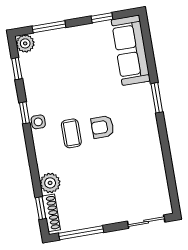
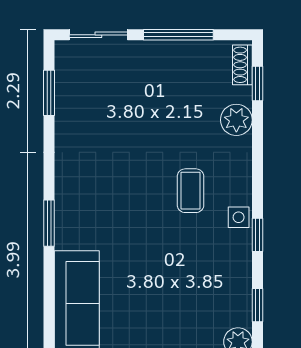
armchair: (102, 127) -> (141, 192), removed
window: (171, 180) -> (49, 93), added
shoe rack: (51, 213) -> (242, 65), width x0.70
window: (81, 233) -> (178, 35), moved

